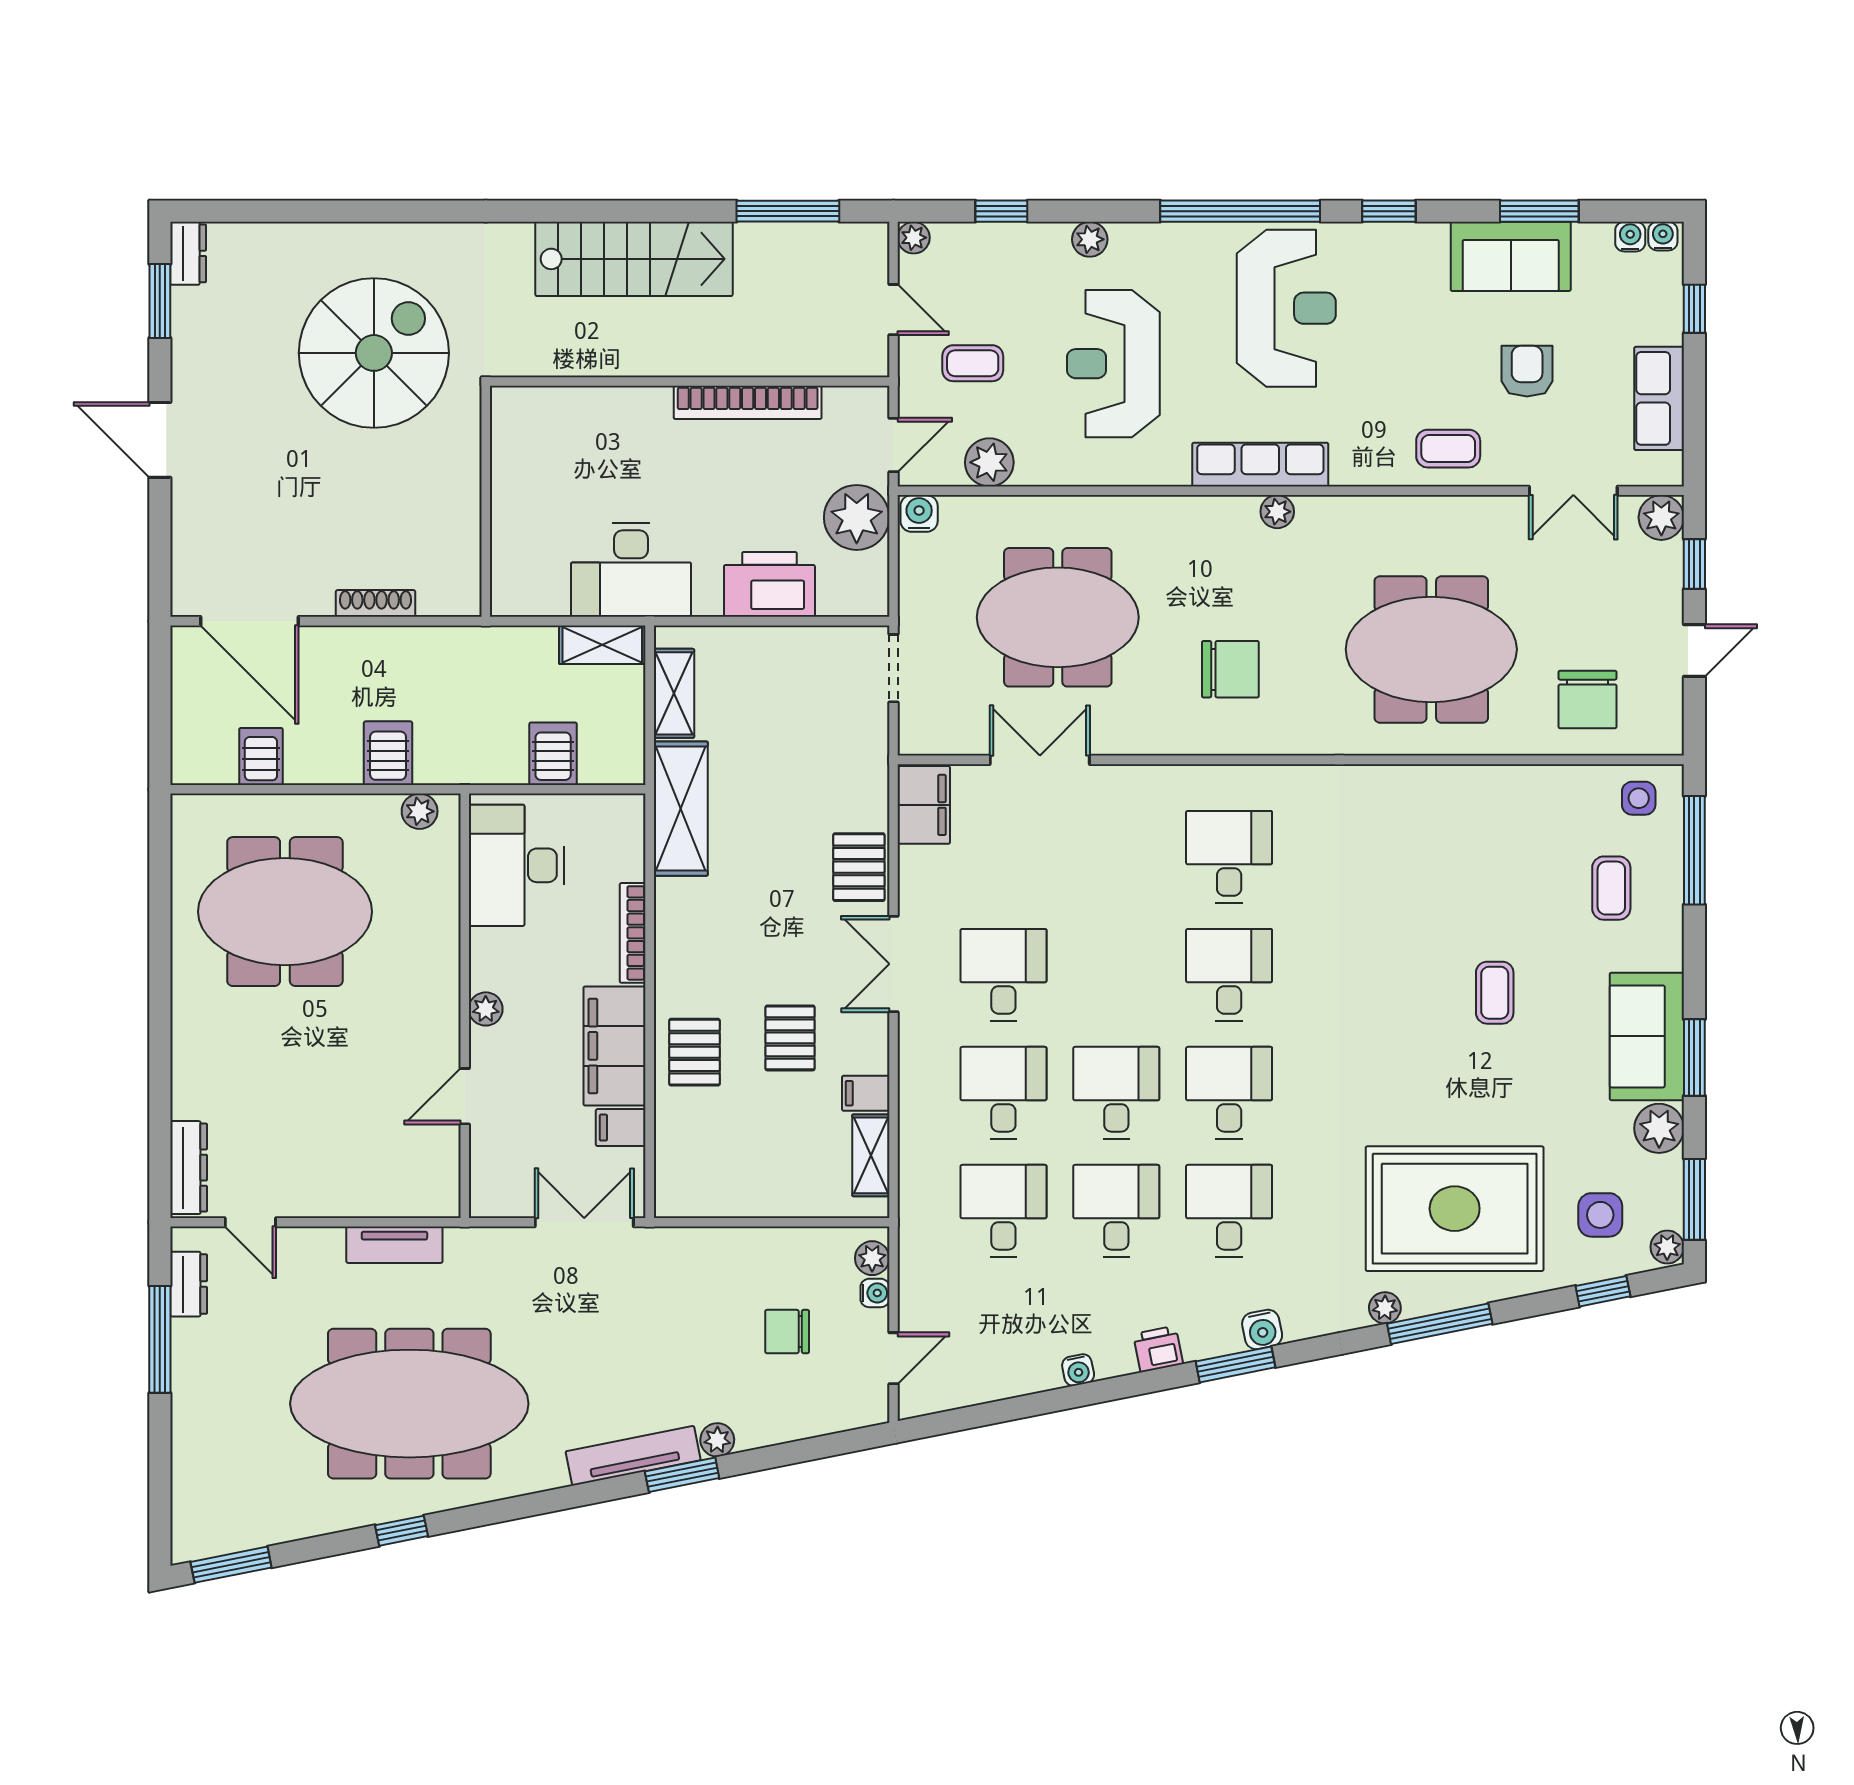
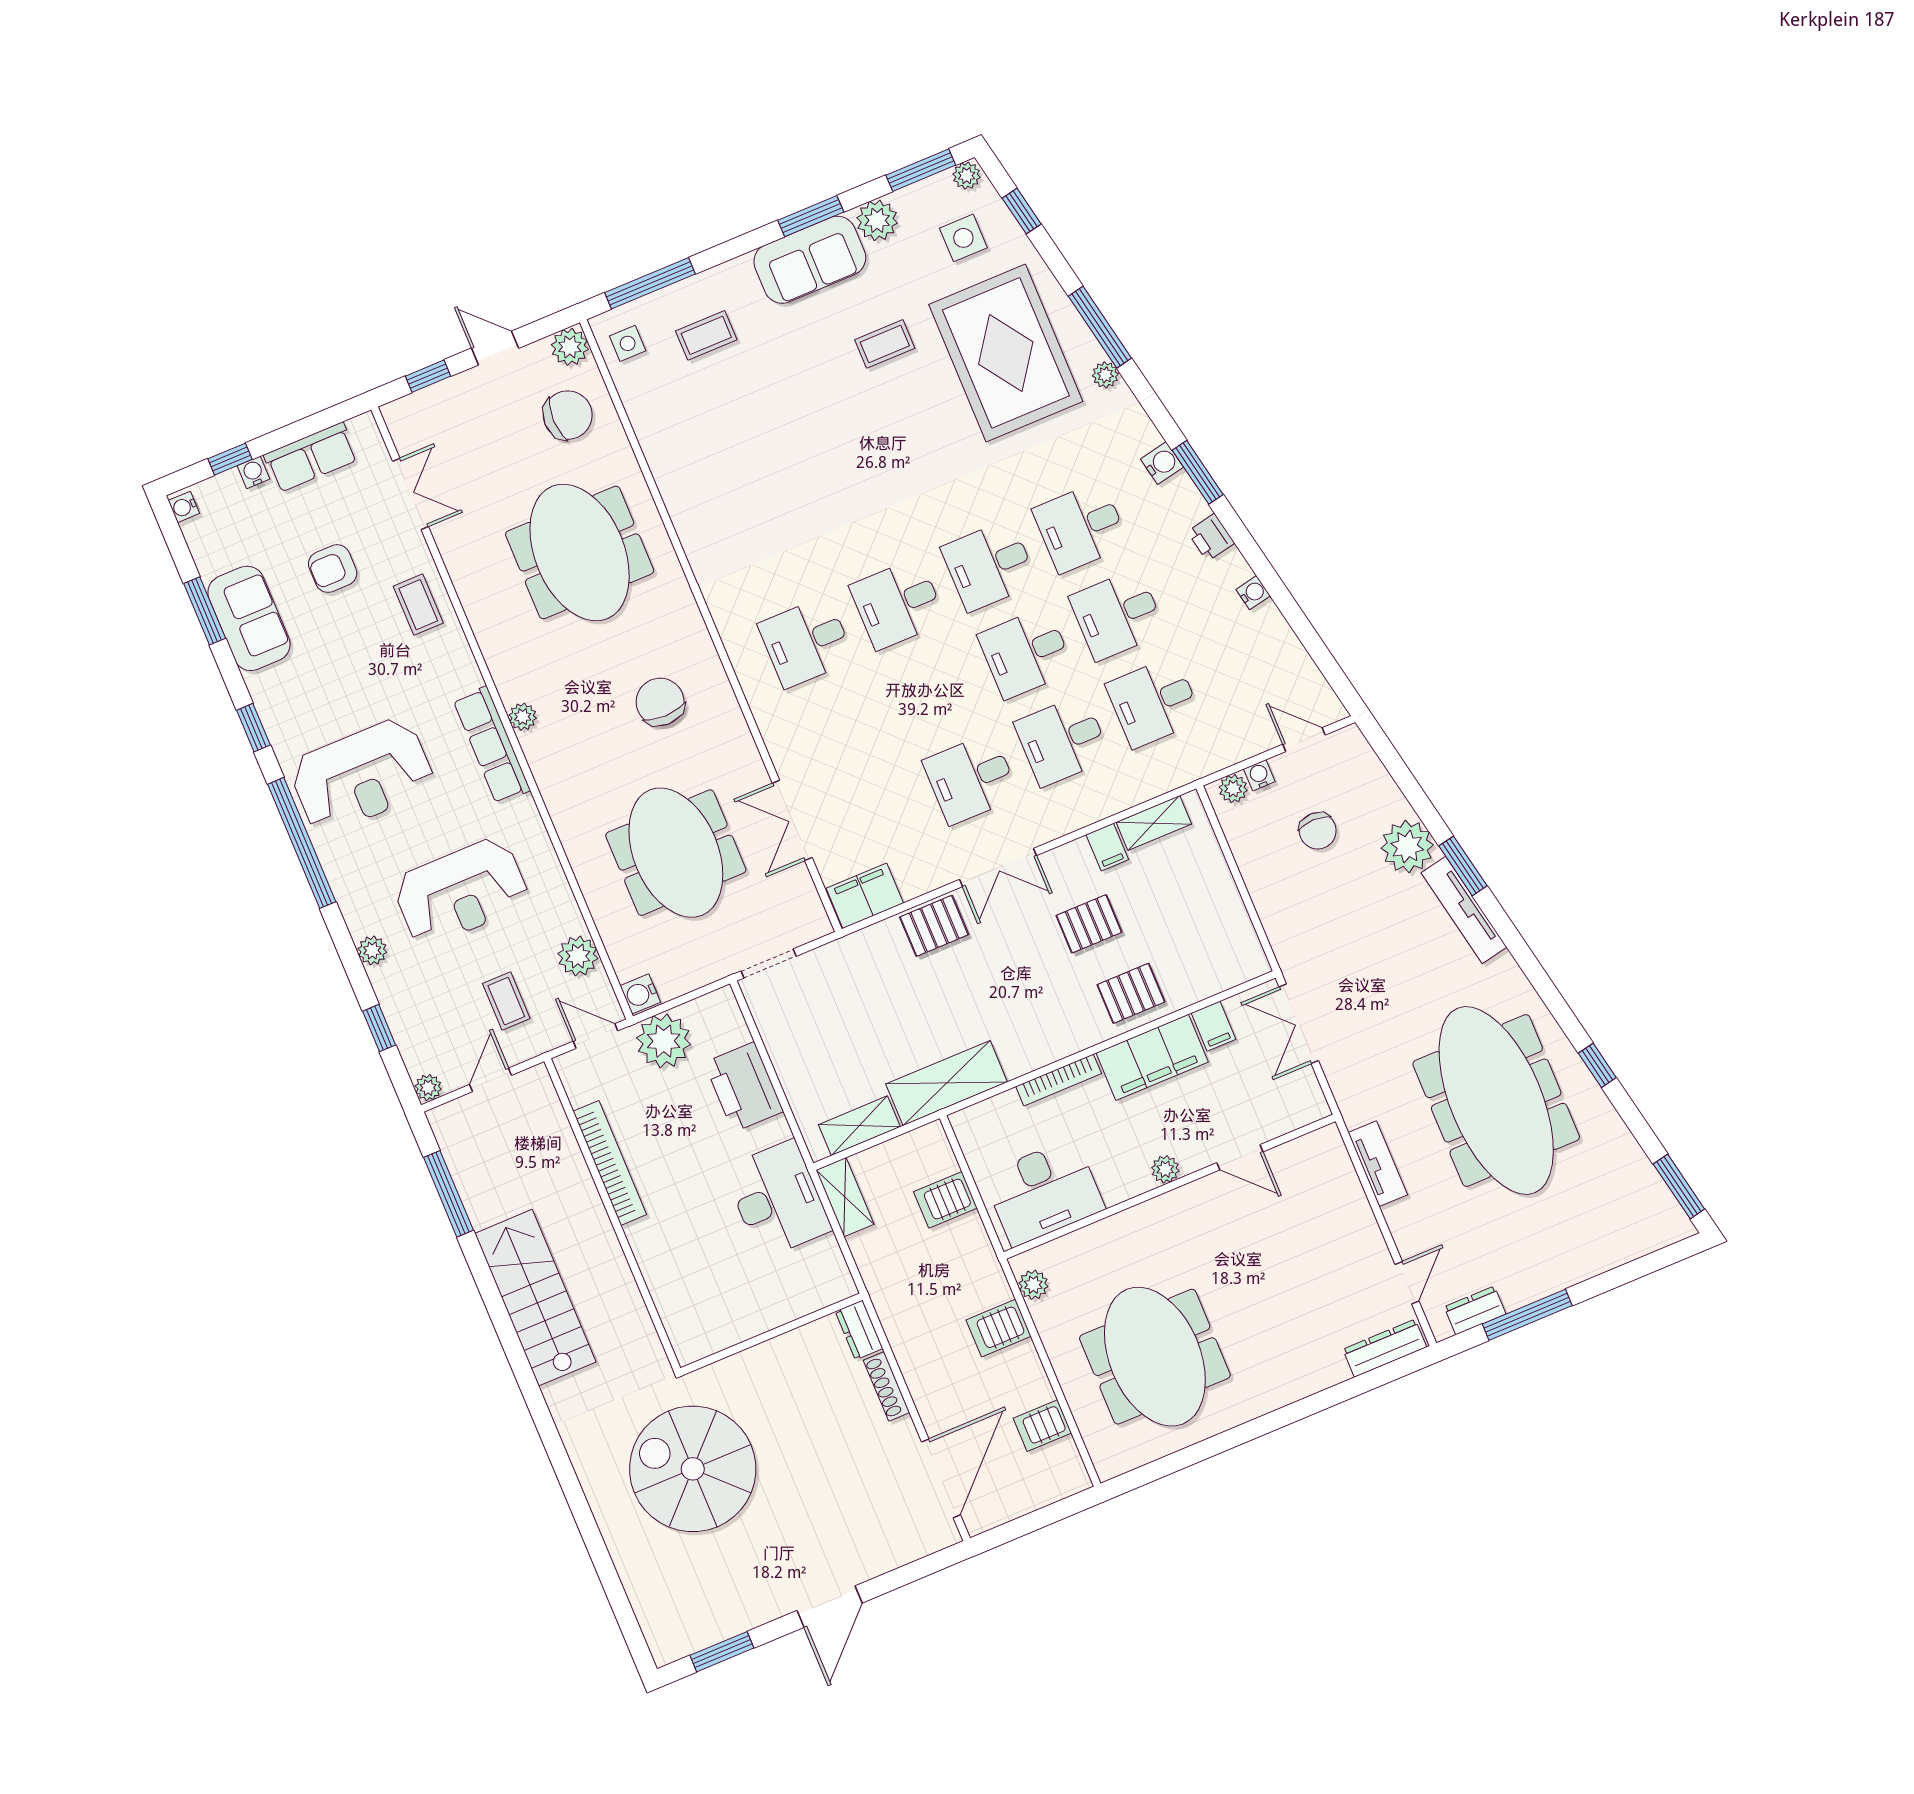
water cooler: (1630, 237) -> (253, 472), moved, turned 90
dresser: (188, 253) -> (859, 1330), moved, turned -90
reception desk: (1286, 308) -> (362, 776), turned 180
plant: (1661, 517) -> (570, 347), moved
coffee table: (1495, 993) -> (885, 344), moved
plant: (717, 1440) -> (1407, 847), width x1.88, depth x1.88

